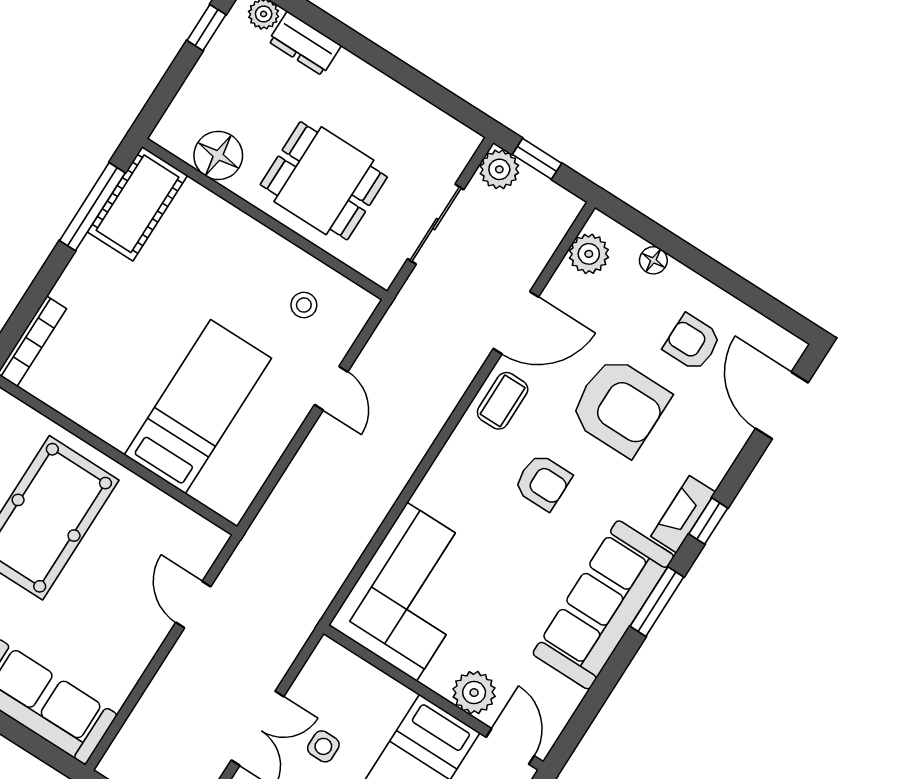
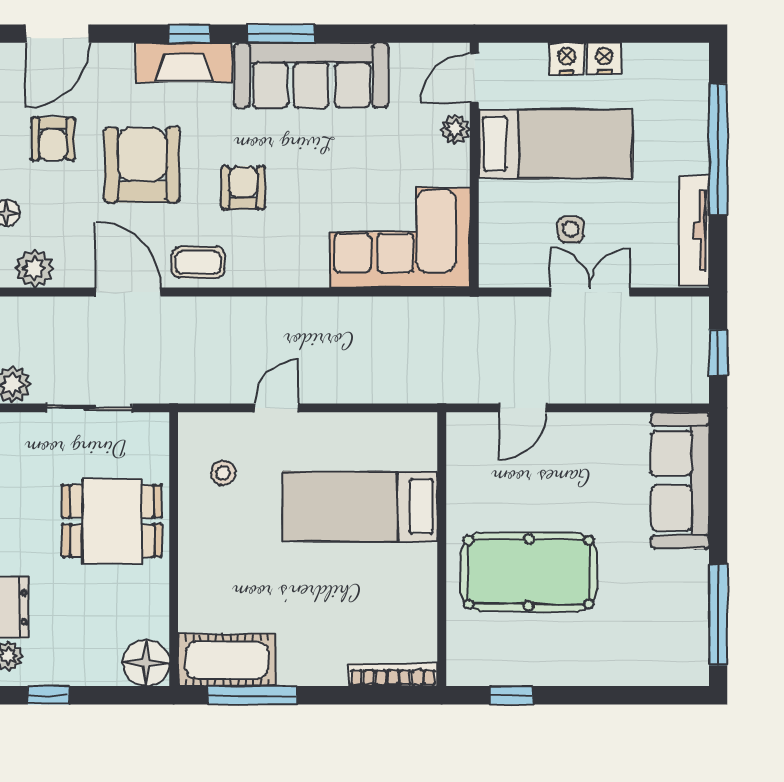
floor lamp: (218, 155) -> (146, 663), moved
dining table: (324, 181) -> (112, 521), turned 90
fireplace: (683, 514) -> (184, 62), width x1.37, depth x1.32
plant: (474, 693) -> (455, 129), width x0.73, depth x0.73

